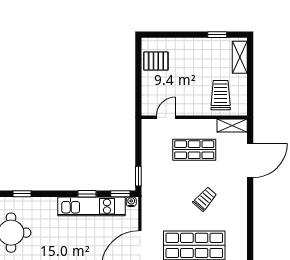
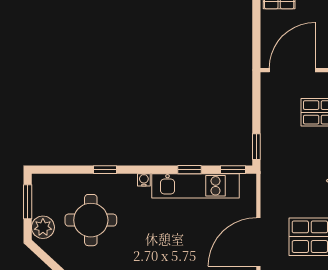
door: (166, 117) -> (292, 70), width x1.87
water cooler: (131, 202) -> (144, 180), moved

